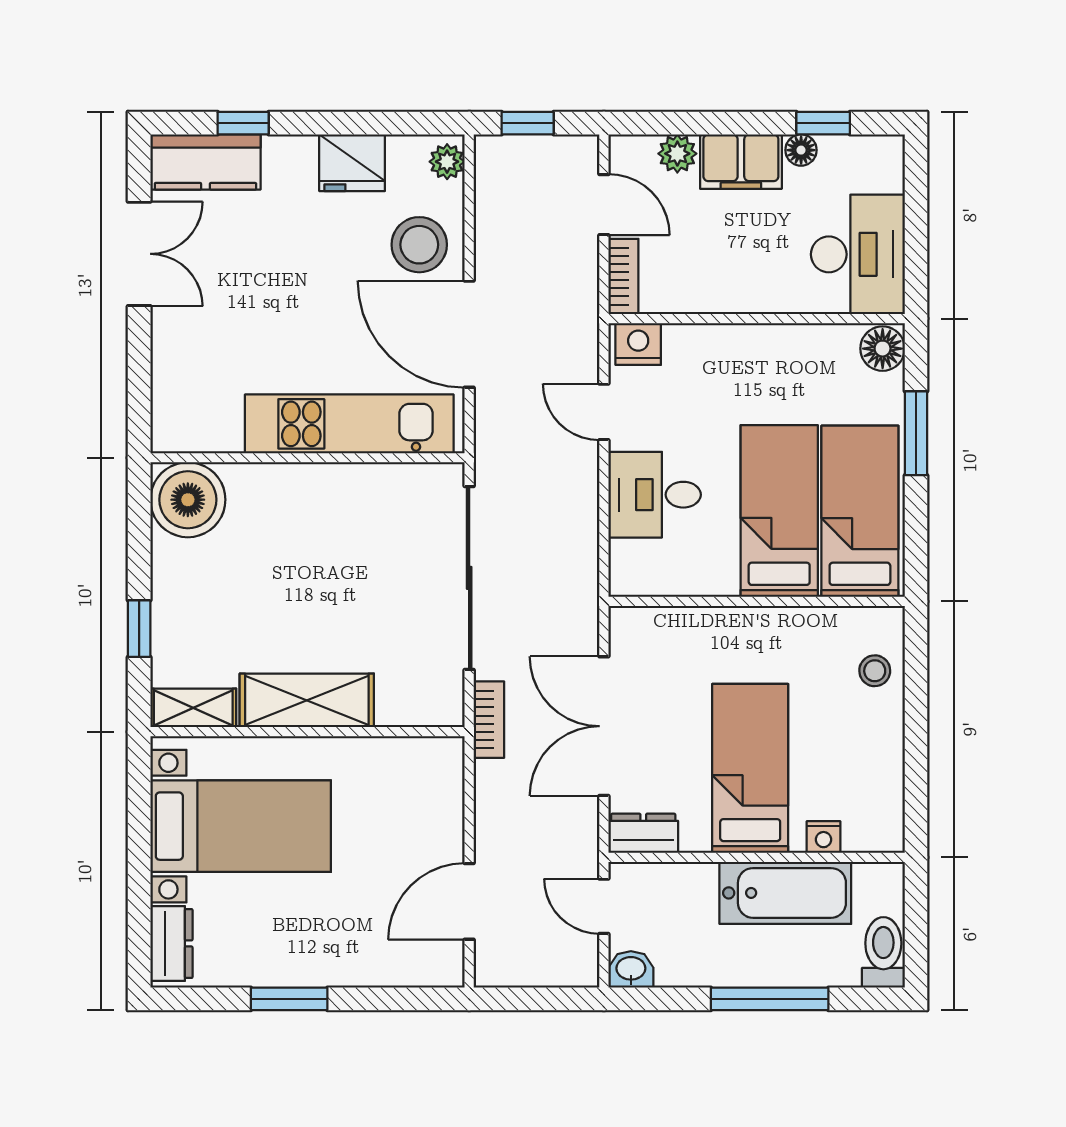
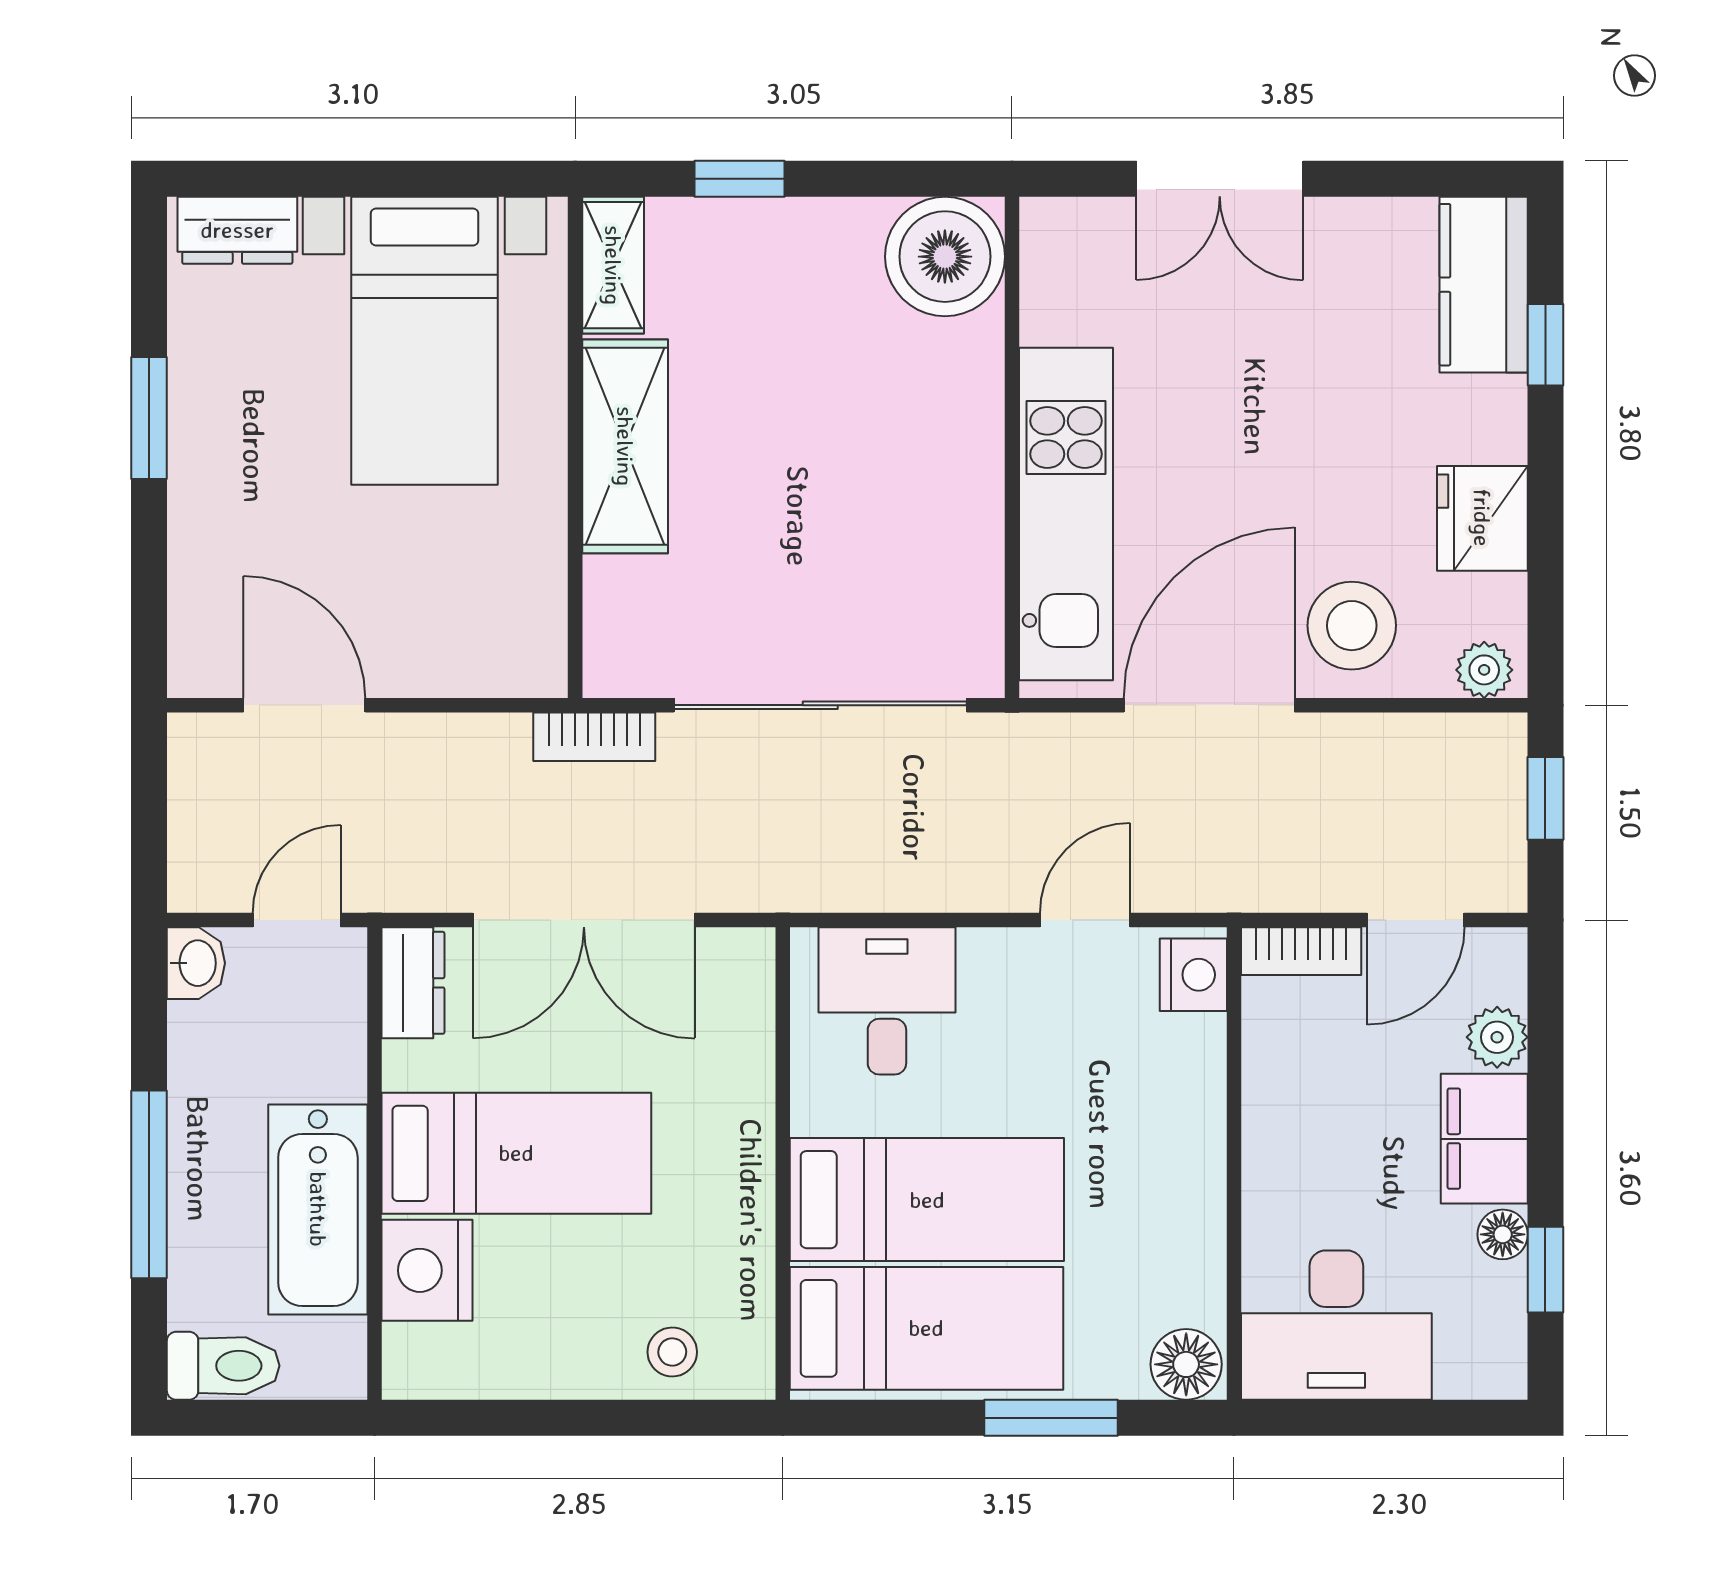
double door: (139, 254) -> (1220, 179), moved
desk: (655, 495) -> (887, 1001), moved
double door: (604, 726) -> (584, 920), swing flipped
nightstand: (823, 837) -> (427, 1270), width x1.89, depth x1.79

